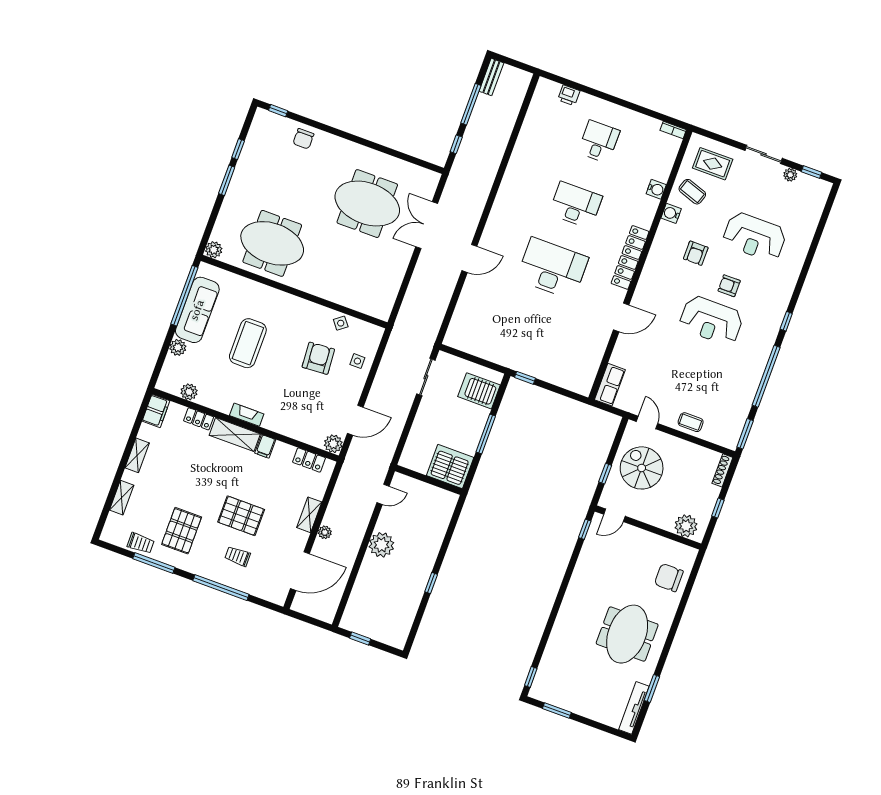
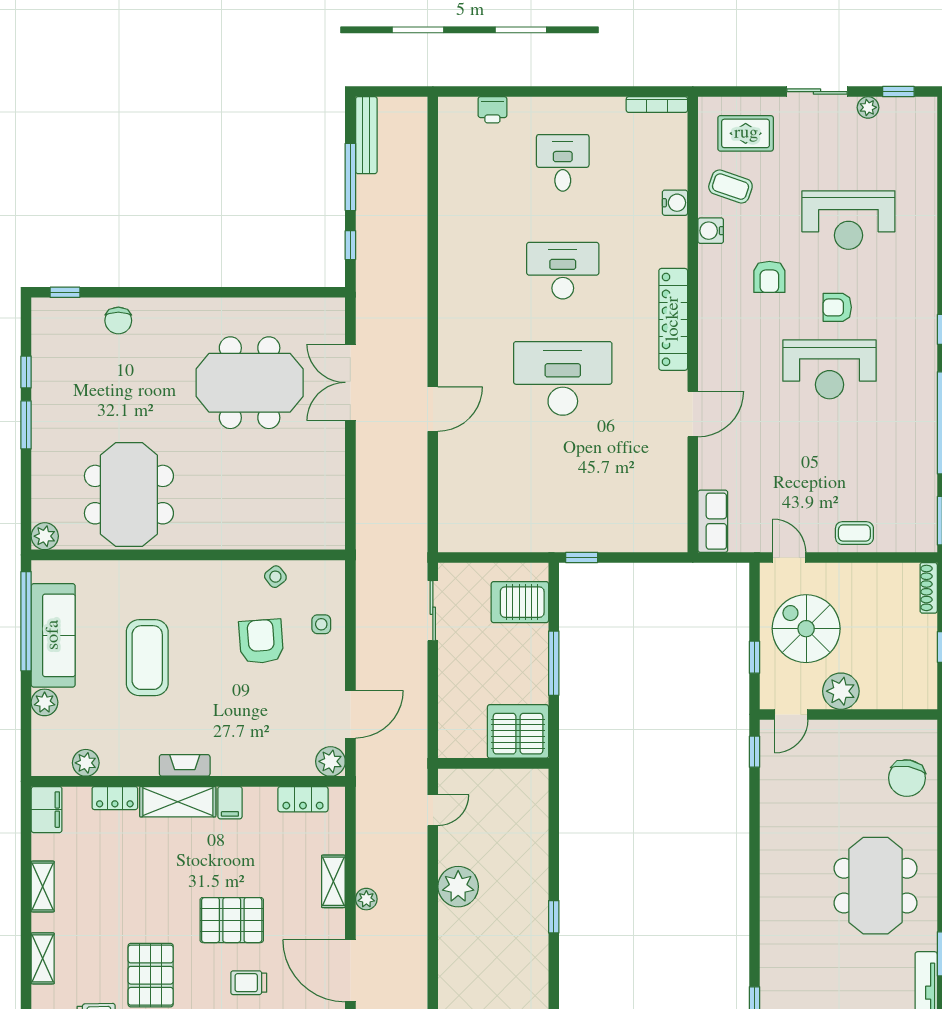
bench: (491, 77) -> (366, 135), width x1.36
bookcase: (673, 130) -> (657, 105), width x1.56
meeting table: (272, 243) -> (129, 495), turned 90
plant: (686, 526) -> (841, 691), moved
door: (300, 571) -> (350, 971), swing flipped
chair: (669, 578) -> (907, 778), turned -80

